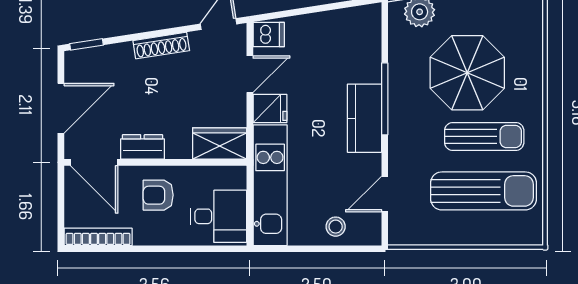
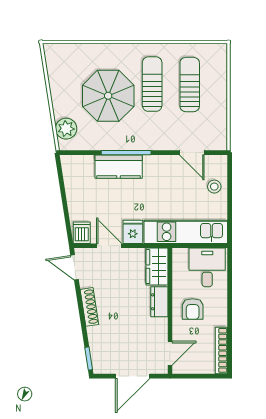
door: (61, 108) -> (133, 376), swing flipped
kitchen counter: (364, 118) -> (119, 167), moved
dresser: (142, 147) -> (159, 302), moved
door: (94, 162) -> (170, 353), width x0.73
sun lounger: (484, 191) -> (190, 85), width x0.73, depth x0.75

